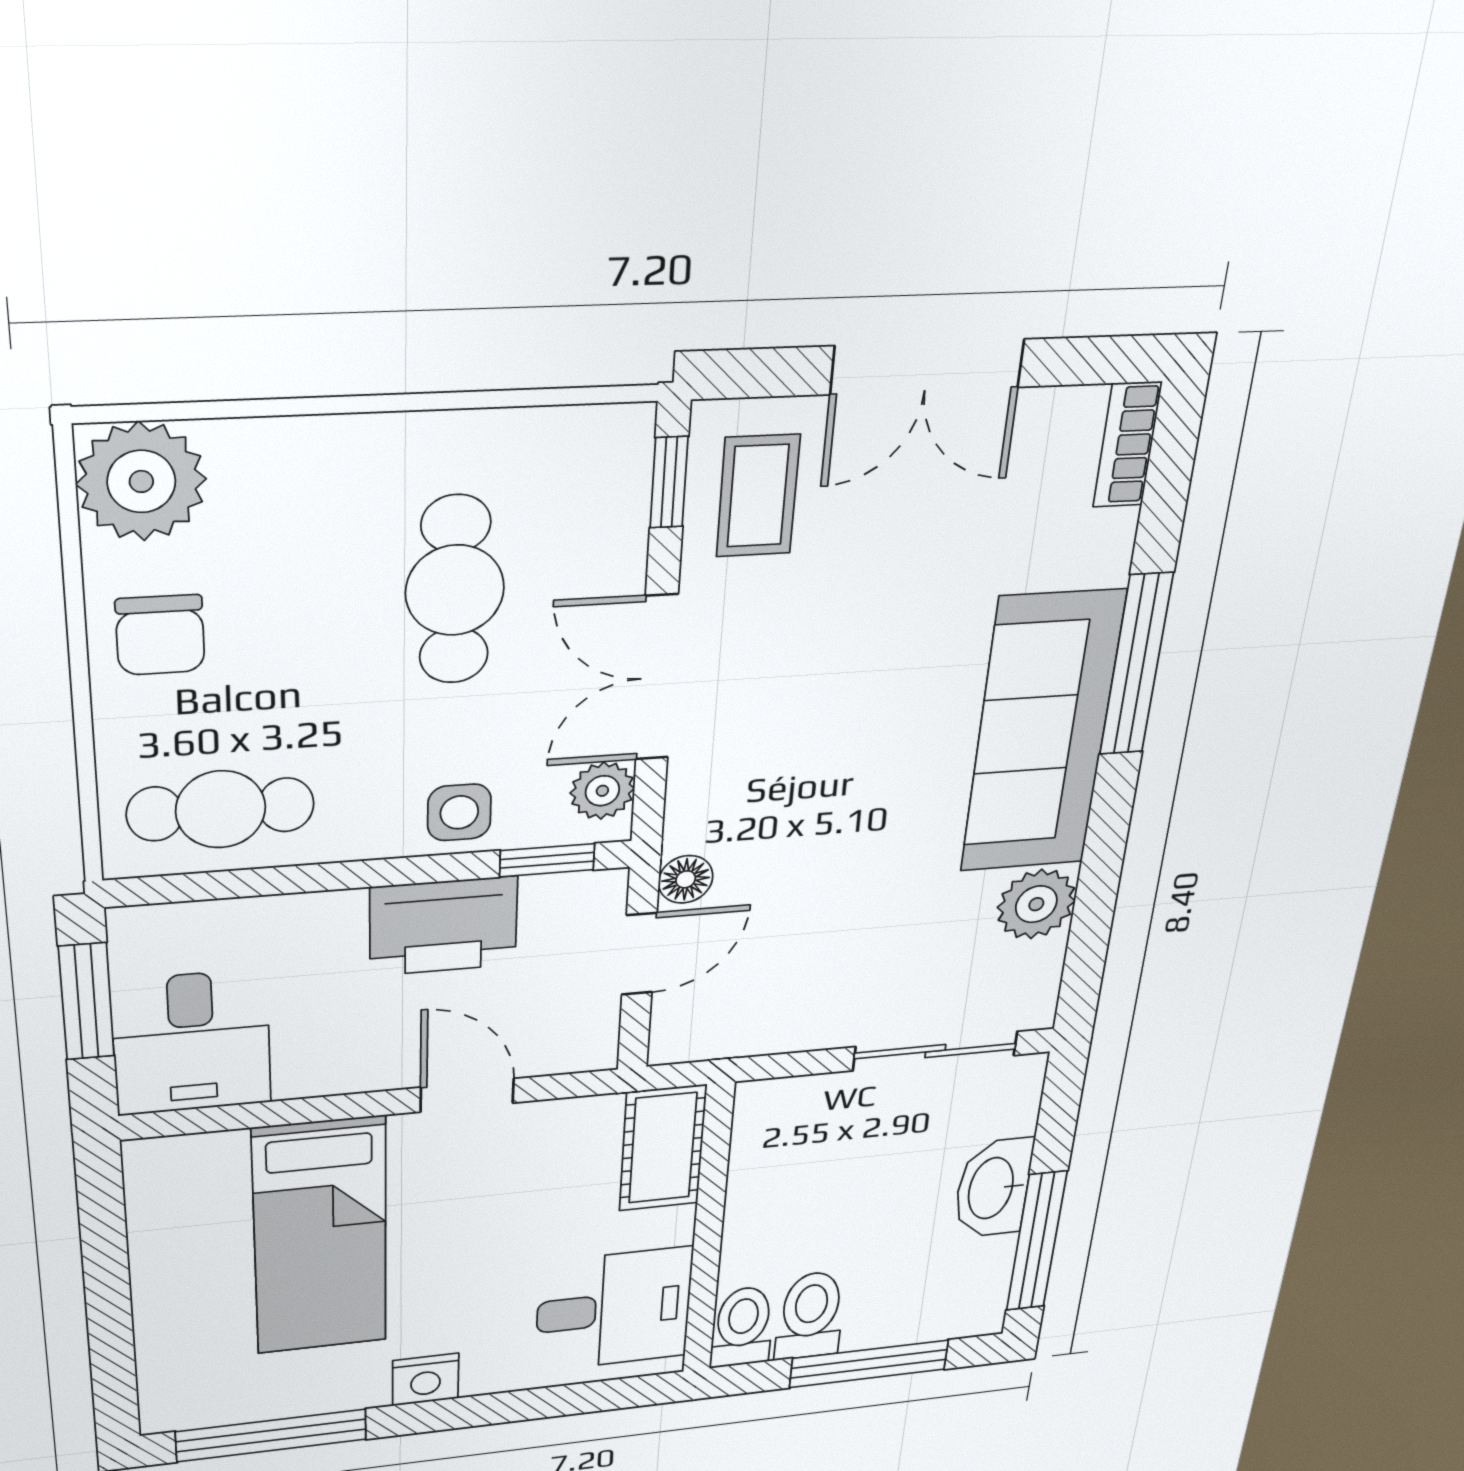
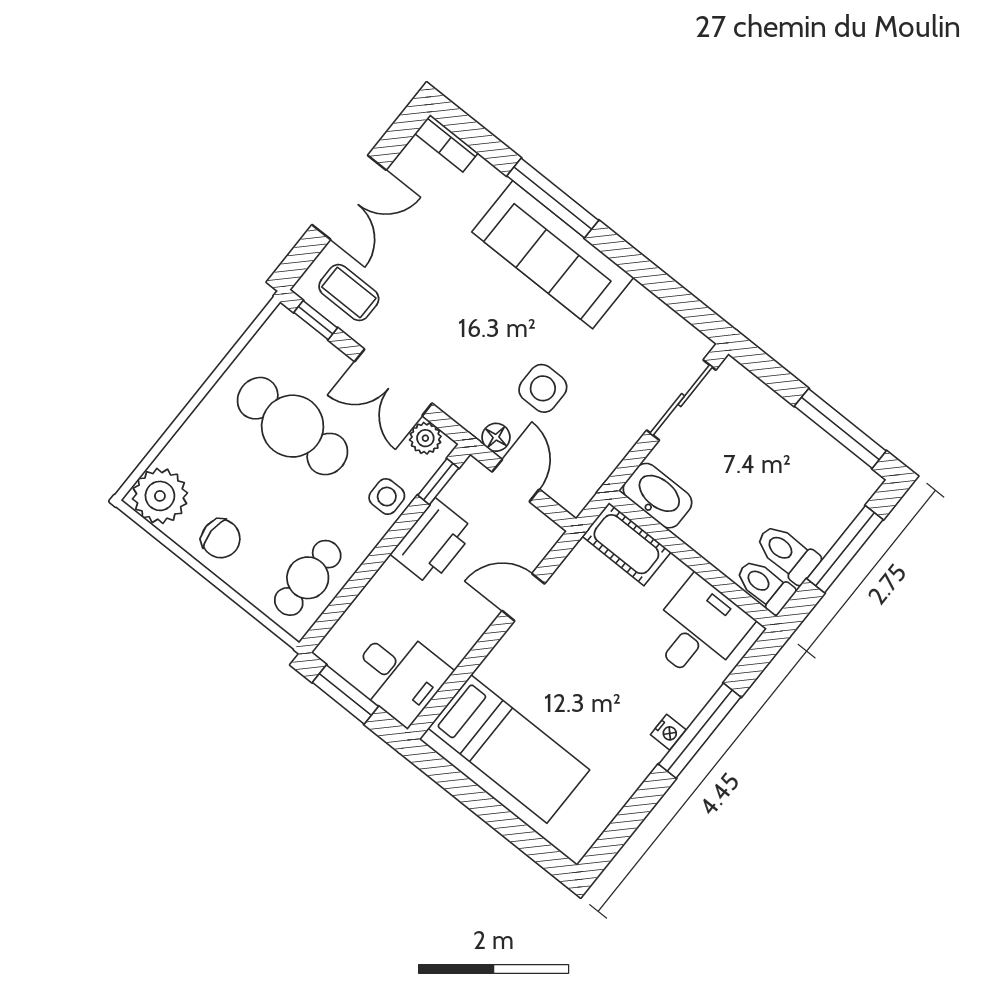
cafe table: (455, 590) -> (293, 426), width x1.37, depth x1.35
side table: (815, 879) -> (543, 388), added
plant: (1036, 904) -> (640, 310), removed
washbasin: (993, 1188) -> (657, 496), moved, turned 180
bed: (320, 1237) -> (509, 749), moved
nightstand: (426, 1380) -> (668, 732), width x0.72, depth x0.74
window: (271, 1435) -> (700, 731), moved

